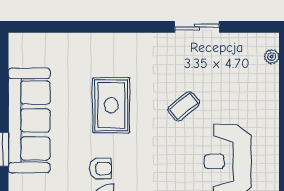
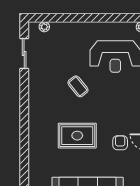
sliding door: (197, 27) -> (24, 54), moved

